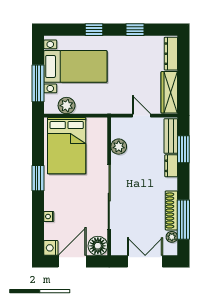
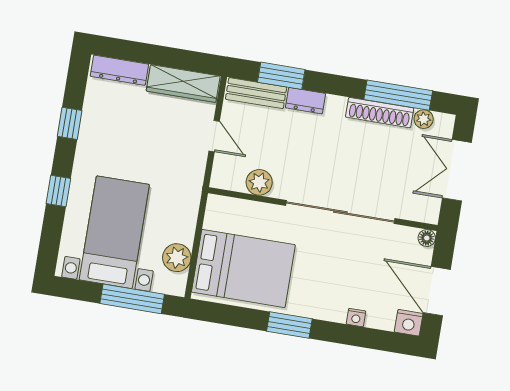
door: (141, 116) -> (214, 136), swing flipped
floor lamp: (98, 246) -> (427, 238), width x0.53, depth x0.53

